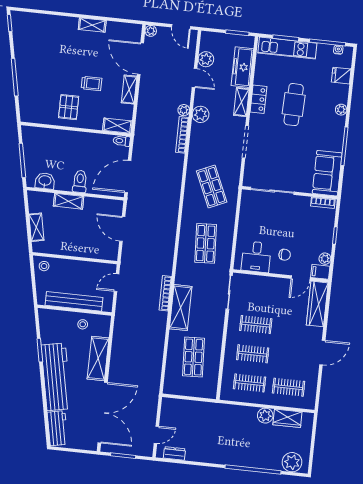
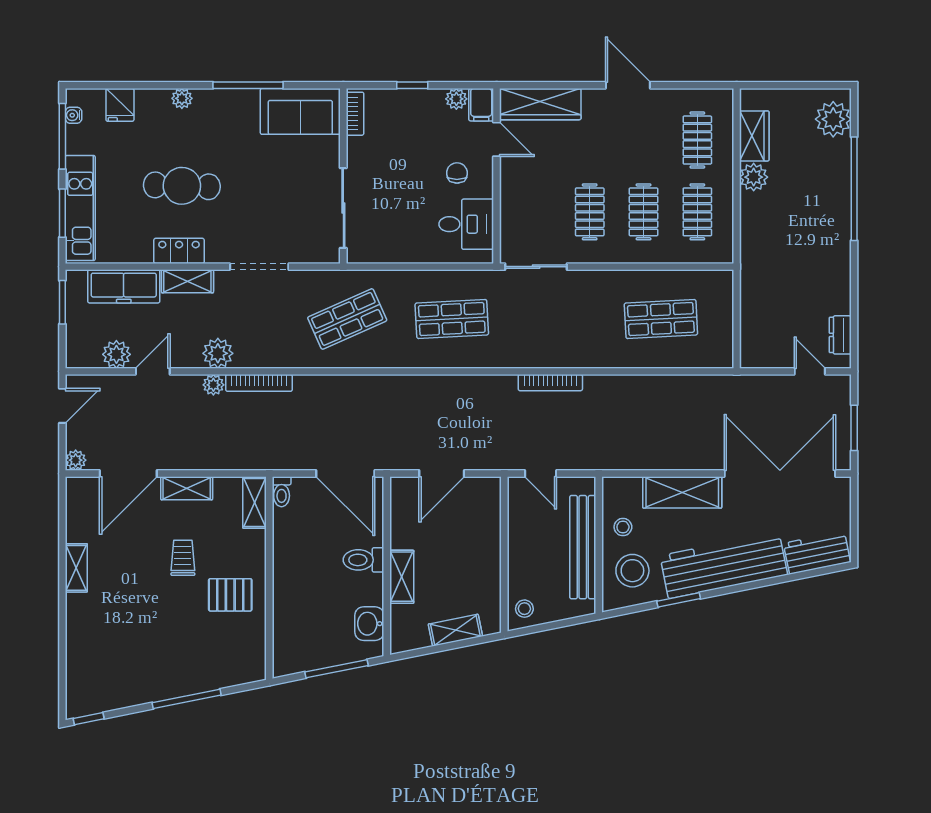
shelving: (181, 308) -> (573, 352), removed
stool: (58, 327) -> (632, 571), added

